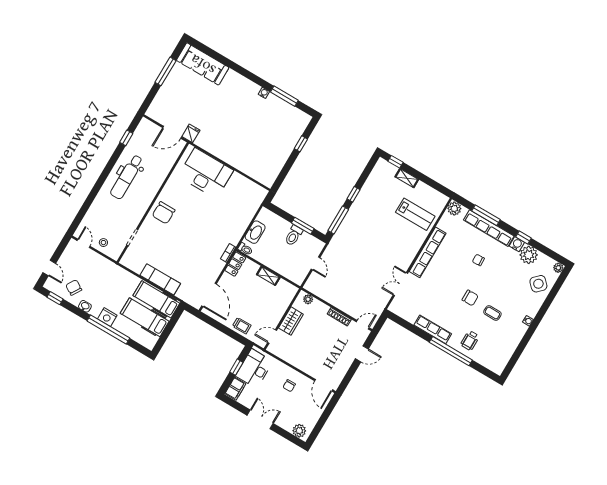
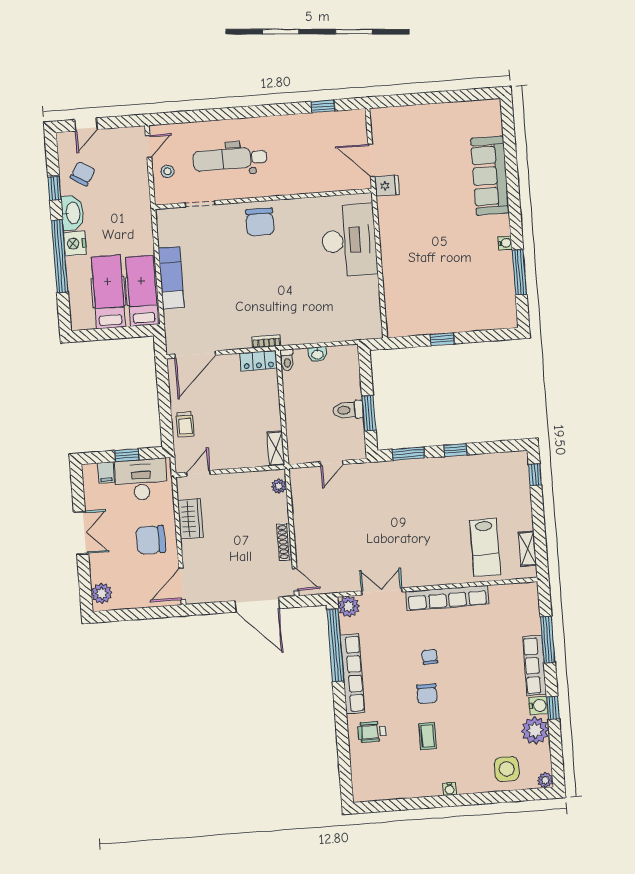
sofa: (203, 64) -> (490, 176), moved
window: (166, 71) -> (444, 97), removed
window: (301, 144) -> (442, 339), moved
dental chair: (127, 177) -> (230, 159), moved
shelving: (407, 178) -> (527, 549), moved
plant: (454, 209) -> (349, 607), moved
chair: (164, 213) -> (260, 222), turned -90
window: (338, 220) -> (408, 454), width x0.69
row of seats: (489, 228) -> (534, 666), width x0.73
washbasin: (255, 232) -> (317, 354), width x0.52, depth x0.69
chair: (478, 260) -> (430, 657), moved
shelving: (268, 276) -> (276, 448), moved
side table: (538, 284) -> (507, 769), turned 45
window: (55, 298) -> (54, 188), moved
washbasin: (85, 306) -> (73, 213), width x1.91, depth x1.45
wardrobe: (291, 321) -> (190, 519), moved, turned -90
row of seats: (433, 329) -> (352, 674), width x1.36
door: (272, 337) -> (199, 473), hinge flipped
window: (451, 351) -> (335, 645), moved
door: (362, 354) -> (257, 605), width x1.88
chair: (289, 386) -> (151, 540), width x1.87, depth x1.87
filing cabinet: (235, 389) -> (106, 473), width x0.50

